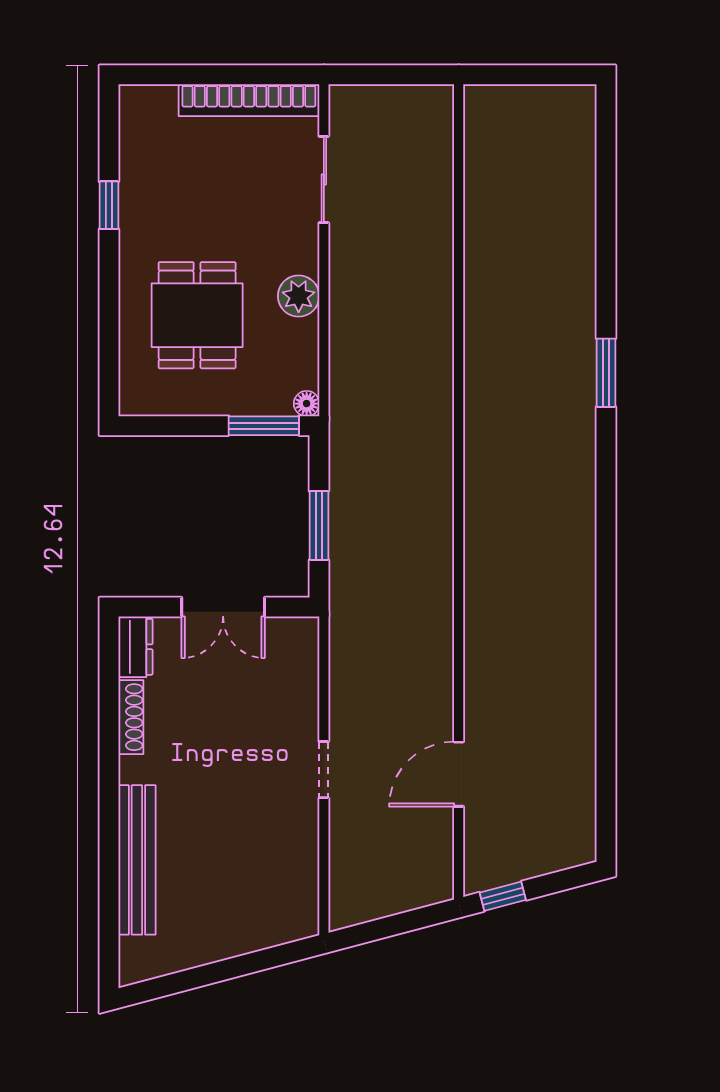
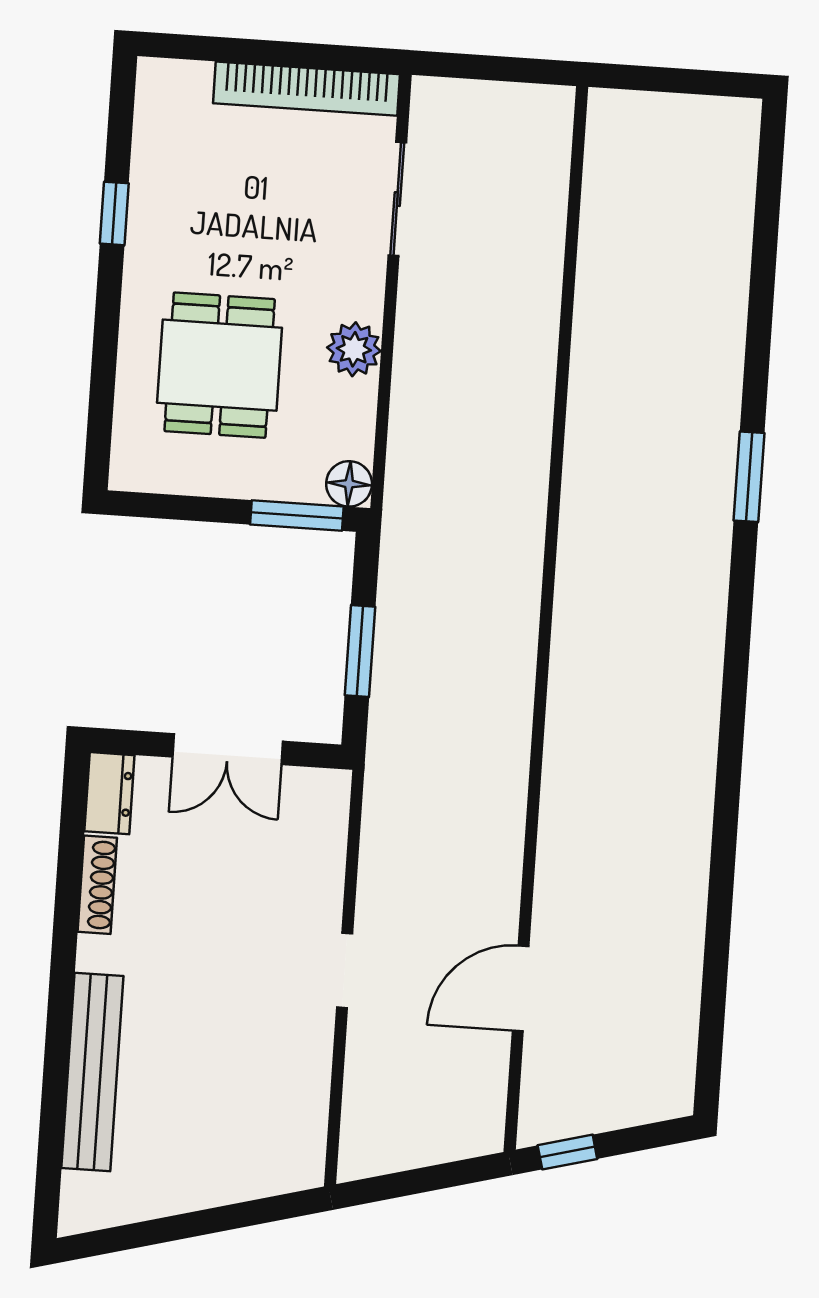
floor lamp: (307, 404) -> (349, 484), width x1.37, depth x1.37

